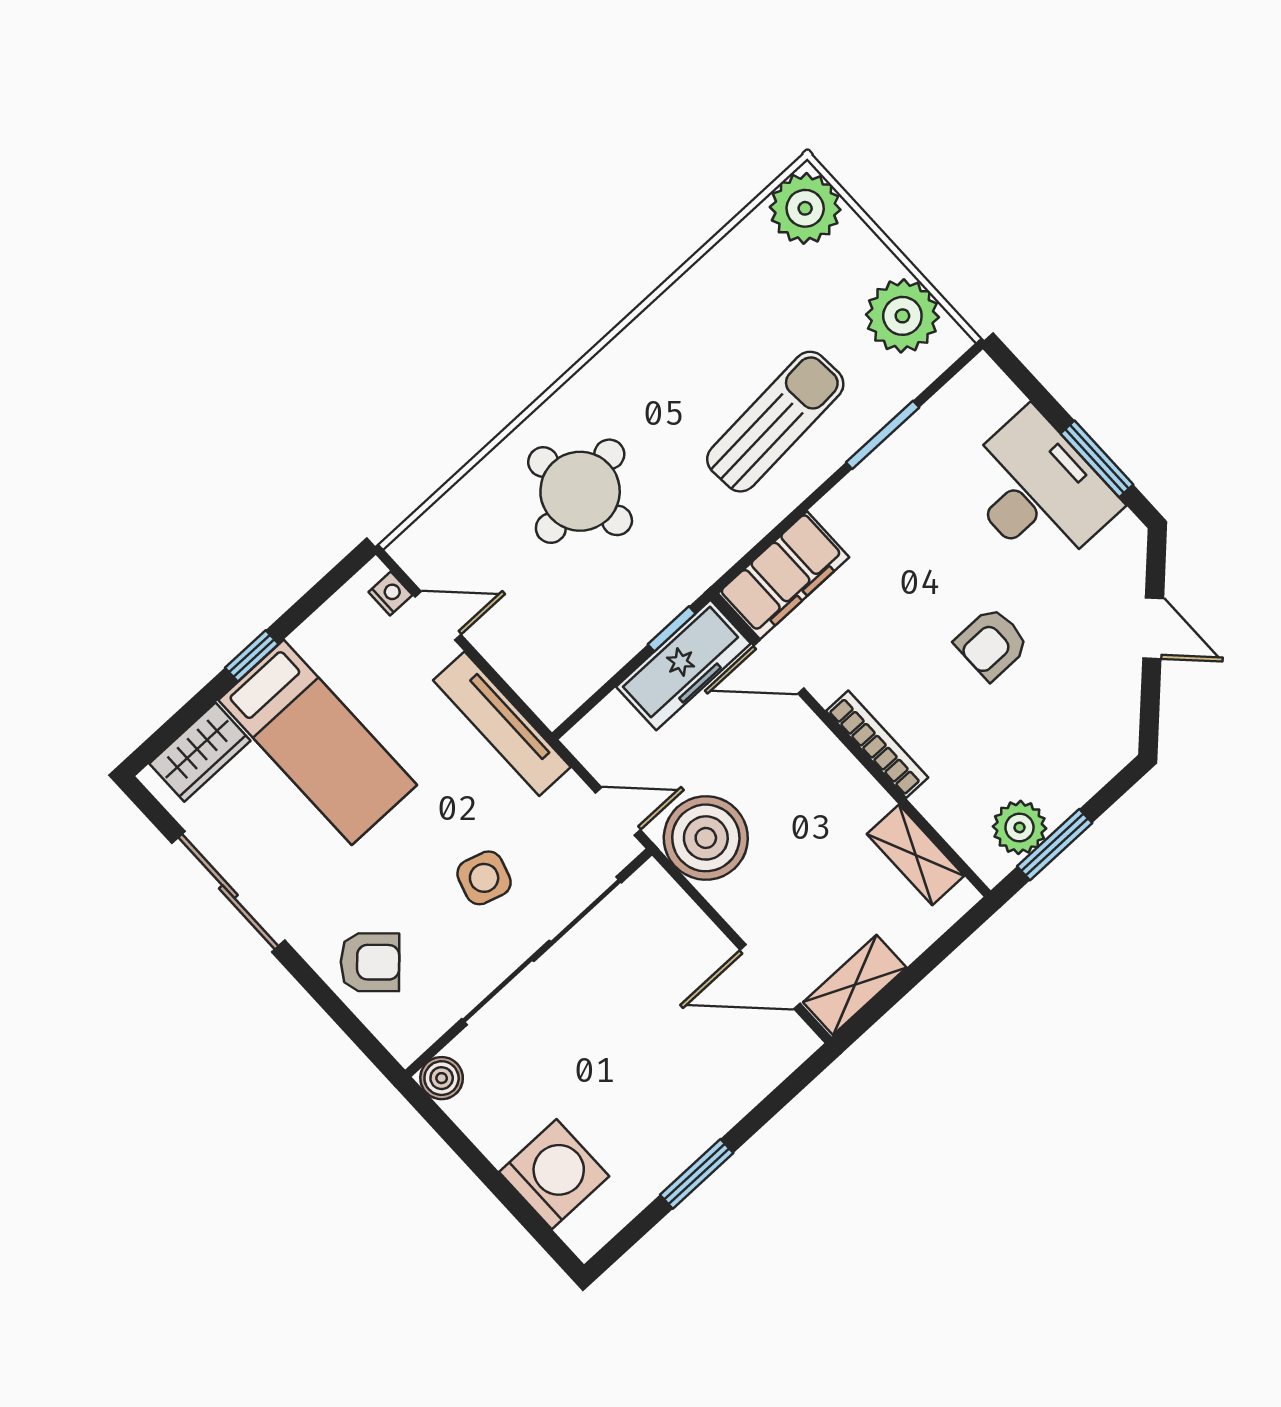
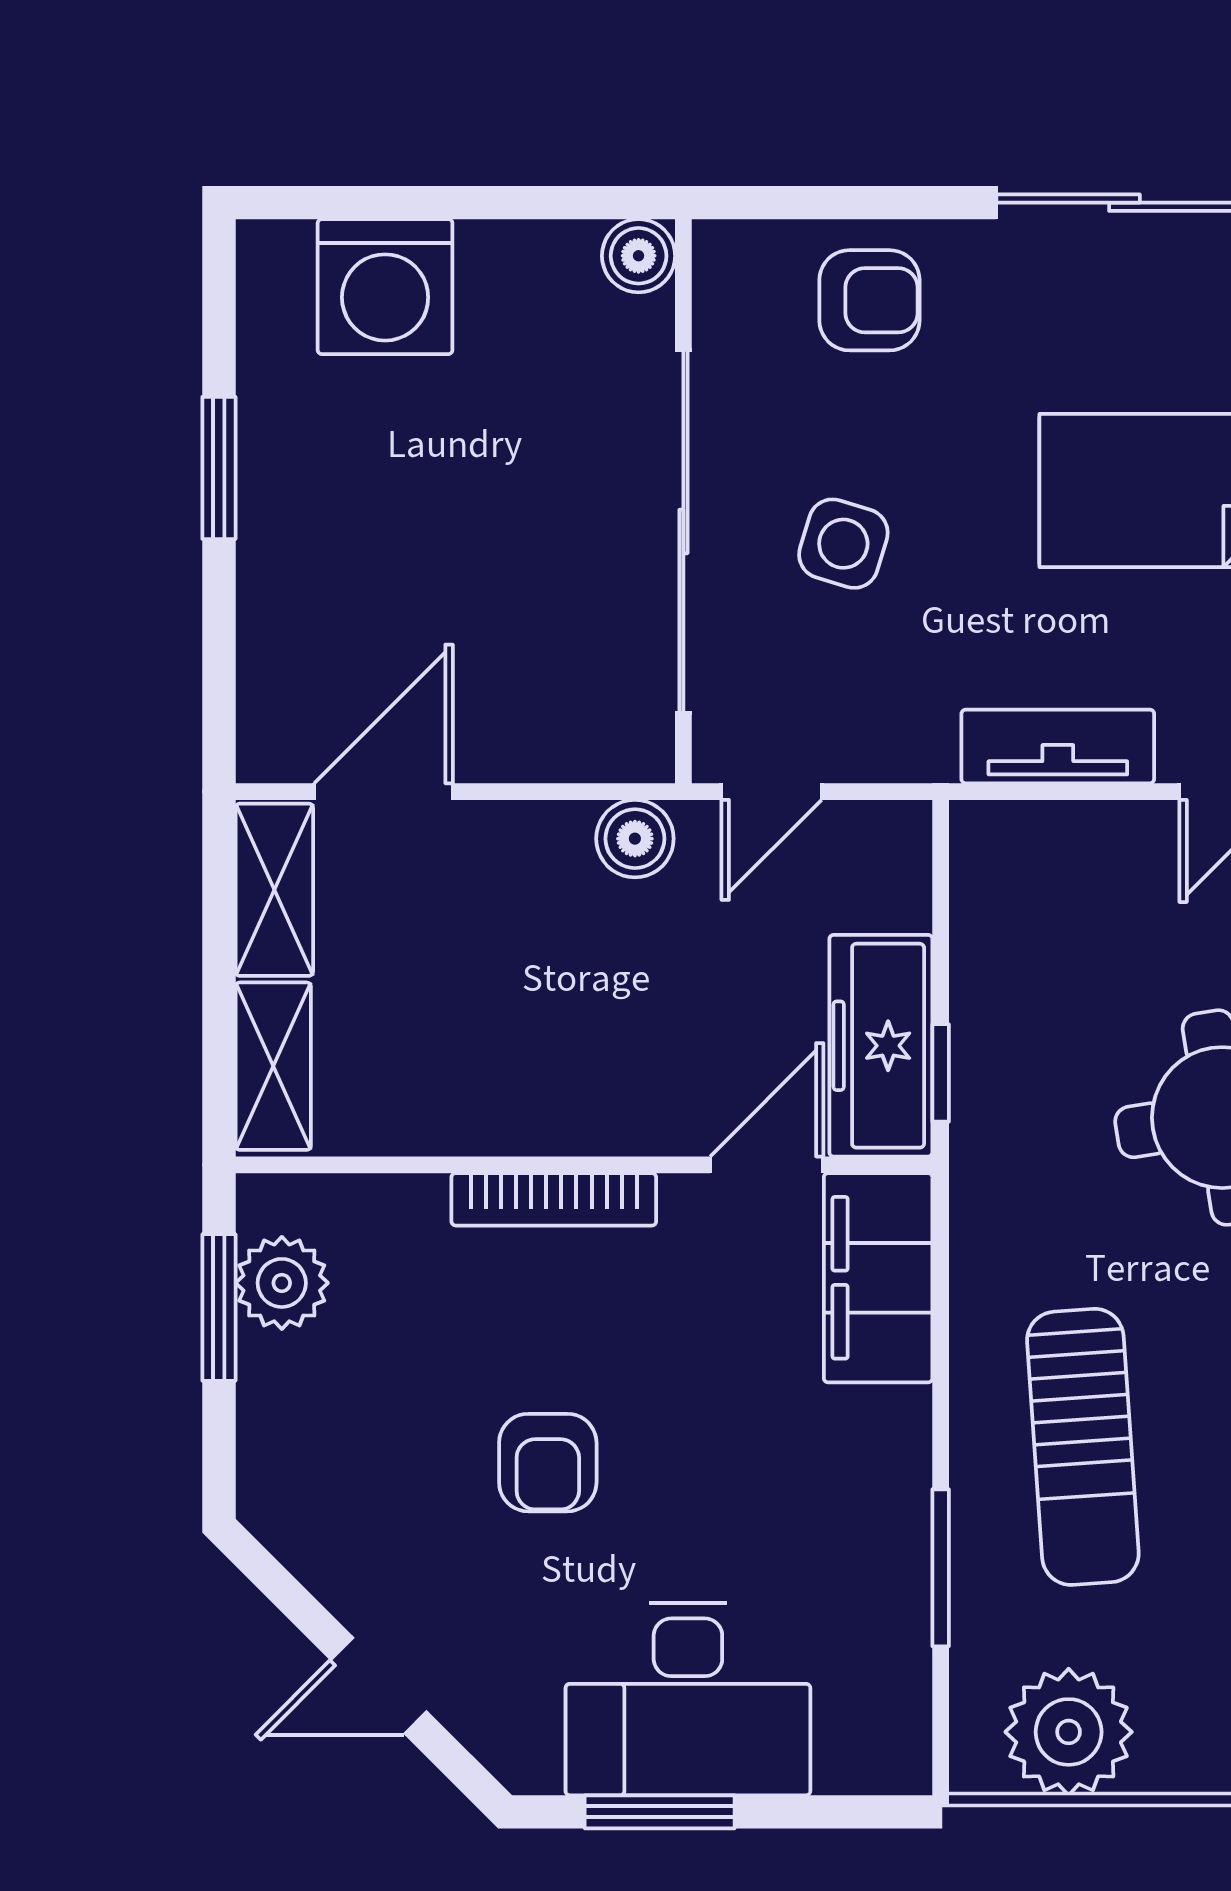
armchair: (992, 644) -> (548, 1463), turned 180
tv unit: (502, 724) -> (1058, 746), width x0.71
boiler: (706, 838) -> (635, 839), width x0.54, depth x0.54
shelving: (916, 855) -> (273, 1066), moved, turned 90
armchair: (370, 962) -> (869, 300), turned -133

